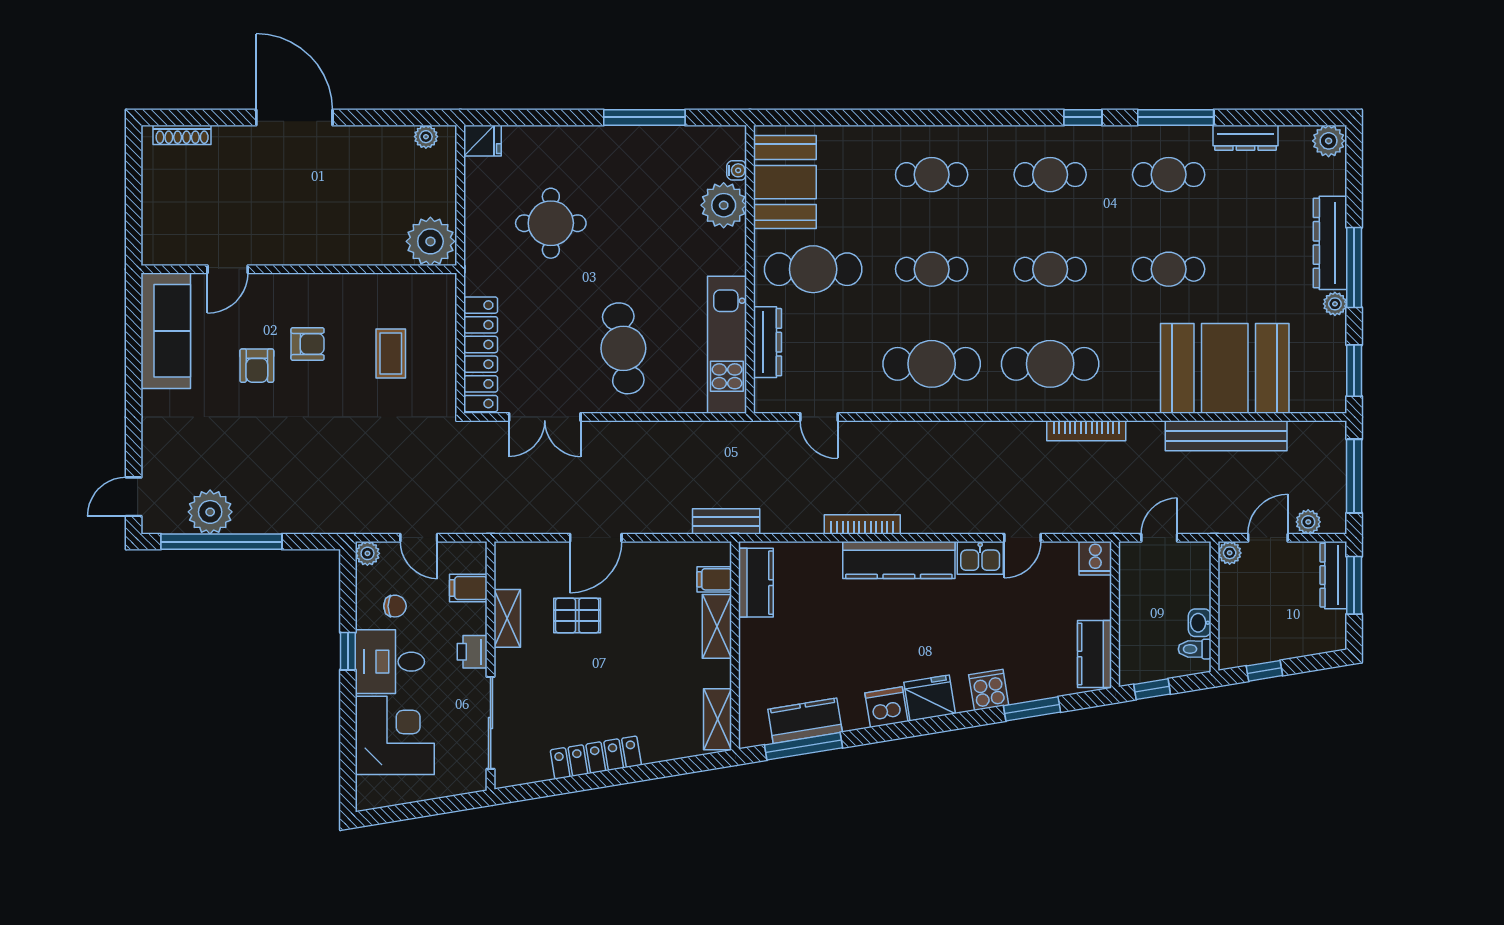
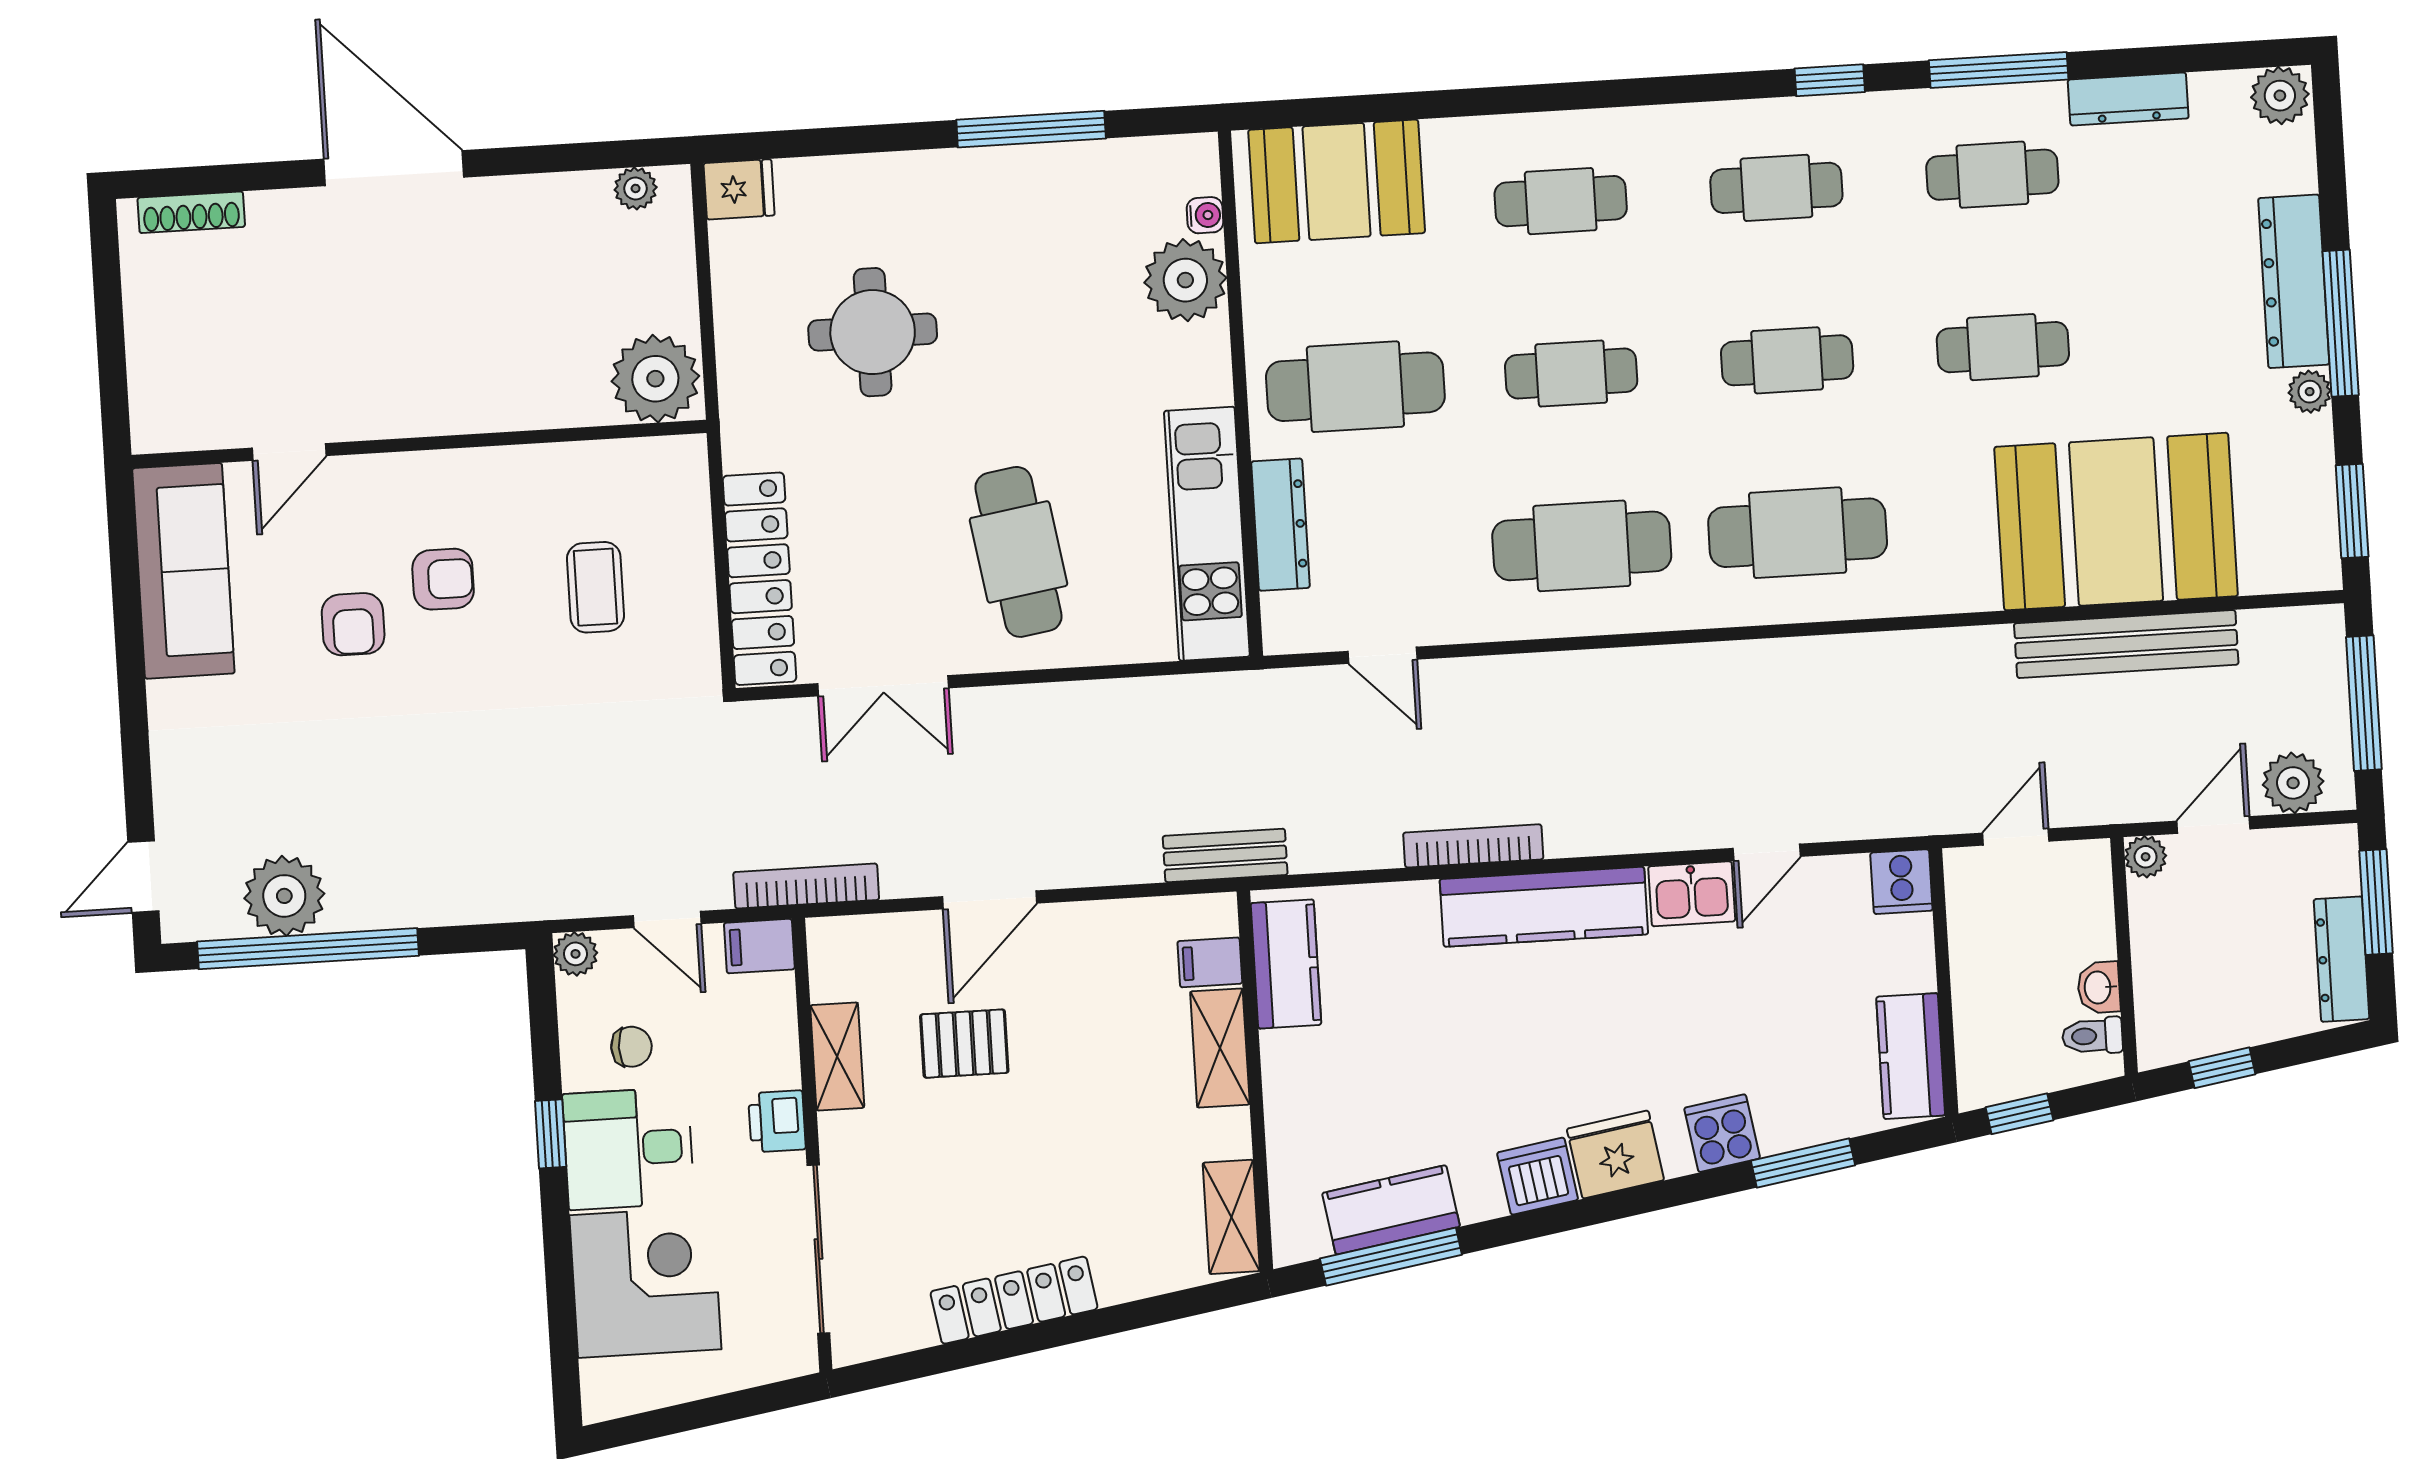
booth: (785, 182) -> (1337, 181), moved, turned 90
bookcase: (1086, 431) -> (806, 886), moved, turned 180
plant: (1308, 522) -> (2293, 783), width x1.38, depth x1.38
dresser: (1333, 575) -> (2342, 959), moved
filing cabinet: (468, 588) -> (759, 946), moved

